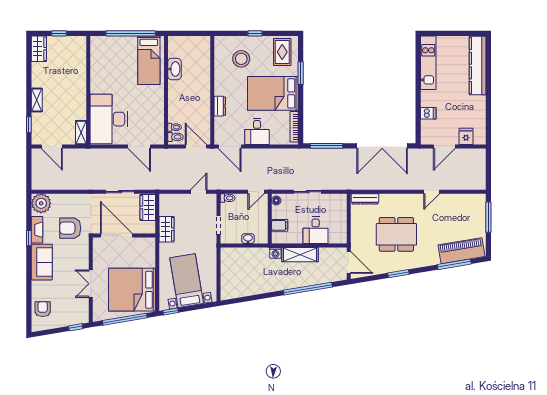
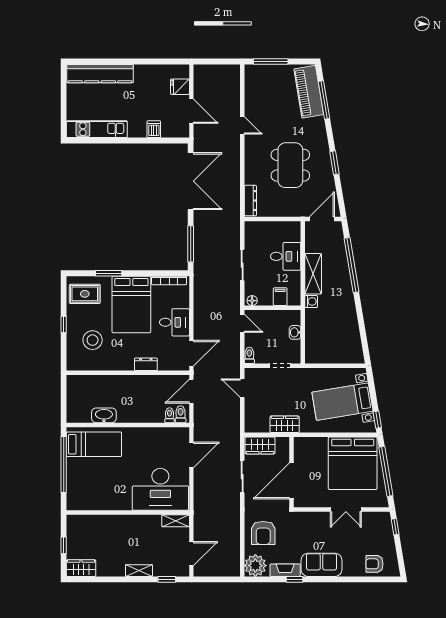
armchair: (70, 228) -> (263, 533), moved

